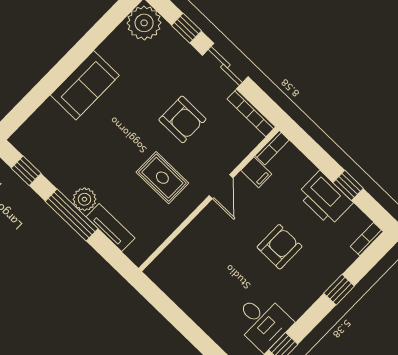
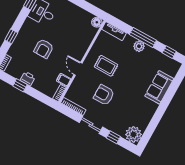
sofa: (85, 85) -> (159, 87), moved
printer: (325, 198) -> (28, 79), width x0.53, depth x0.68
tv unit: (110, 227) -> (114, 31), moved
floor lamp: (157, 271) -> (97, 22), added

